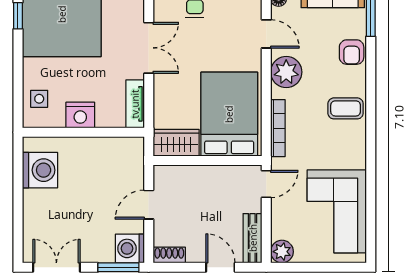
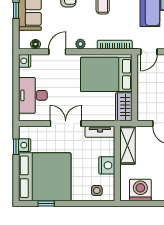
plant: (286, 72) -> (80, 44), width x0.53, depth x0.53
shelving: (113, 149) -> (127, 145), added
door: (266, 184) -> (149, 52), swing flipped

